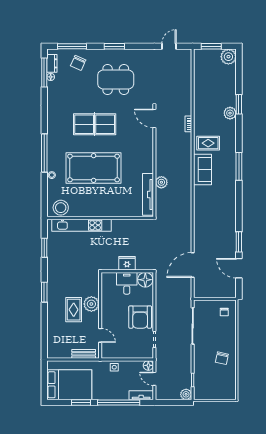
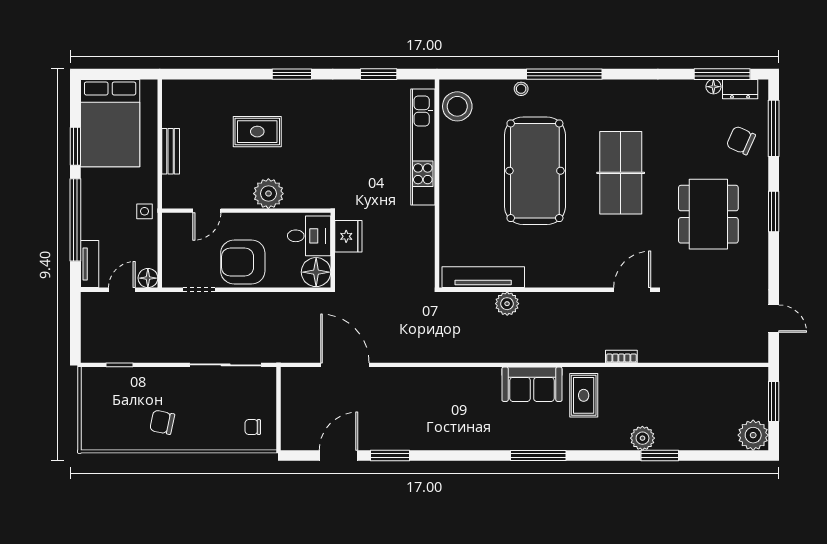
plant: (91, 304) -> (268, 194), moved
wall: (100, 315) -> (246, 211), moved
door: (100, 335) -> (207, 211), moved
plant: (186, 394) -> (91, 352), removed

